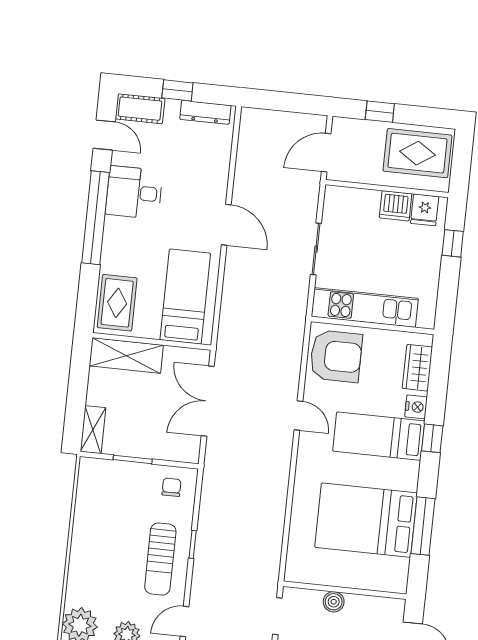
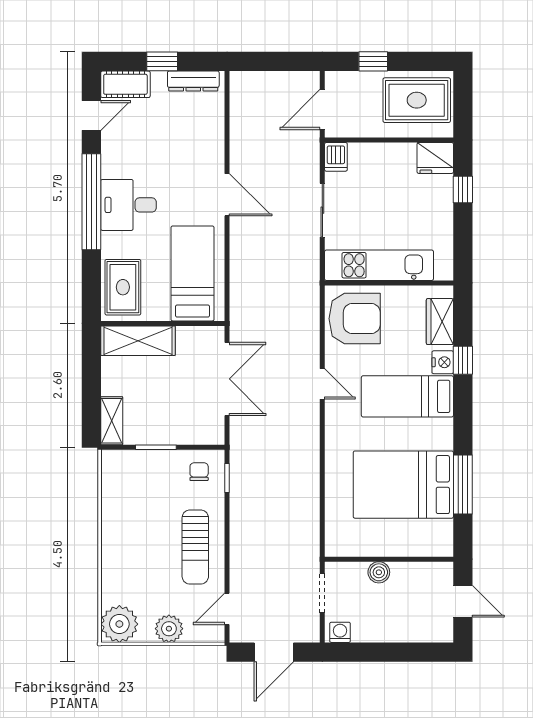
door: (104, 135) -> (91, 115), hinge flipped
desk: (134, 192) -> (128, 205), moved
dishwasher: (396, 206) -> (336, 157), moved, width x0.73
fridge: (425, 210) -> (435, 158), width x1.38
double door: (208, 401) -> (227, 379), swing flipped
window: (432, 438) -> (463, 360), moved
window: (193, 544) -> (227, 478), moved

